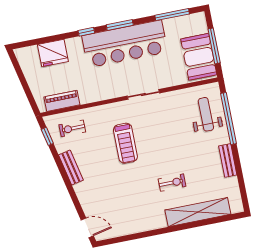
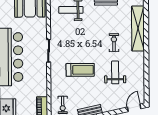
weight bench: (131, 192) -> (115, 72), added

